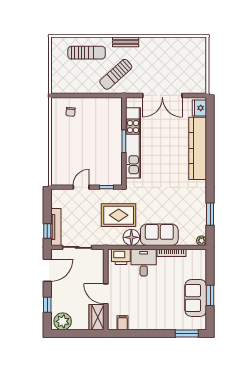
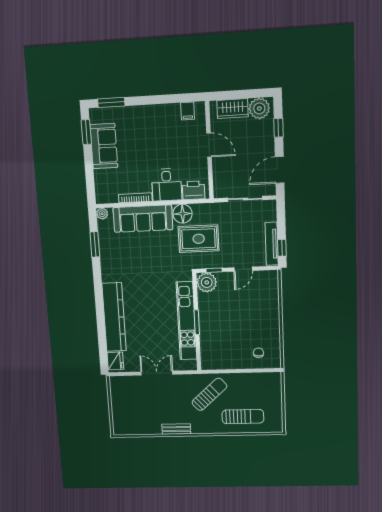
bench: (126, 42) -> (176, 429), moved
sun lounger: (87, 53) -> (243, 417), turned 180
double door: (162, 95) -> (157, 373), width x0.73
plant: (113, 177) -> (207, 282), added
tv unit: (56, 227) -> (272, 244), moved
window: (47, 231) -> (282, 248), moved
sofa: (159, 235) -> (143, 219), width x1.36
window: (210, 295) -> (86, 132), moved
wardrobe: (97, 317) -> (232, 109), moved, turned 90

